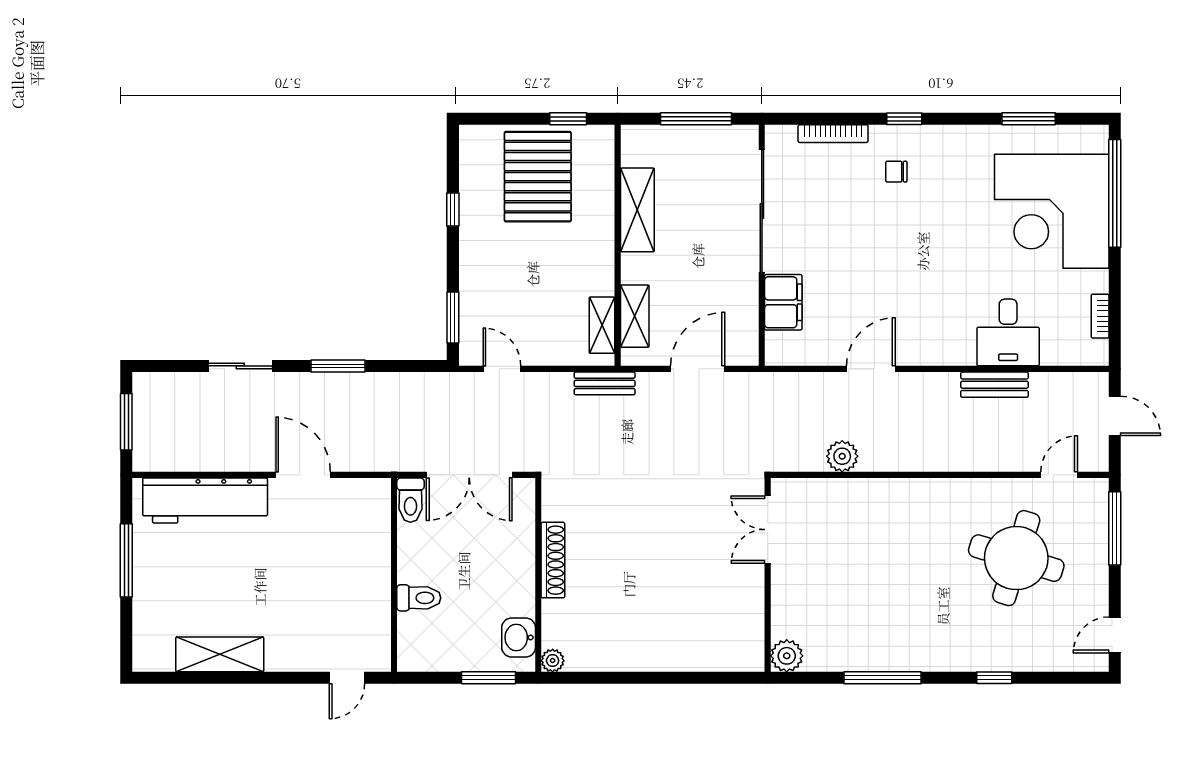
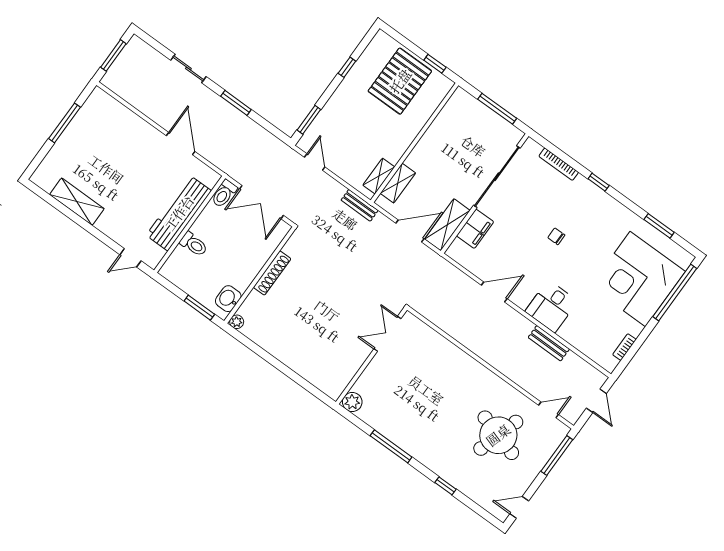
chair: (896, 172) -> (556, 236), moved
shelving: (637, 210) -> (447, 225), moved
desk: (1008, 332) -> (551, 306), moved
plant: (842, 456) -> (449, 324), removed
workbench: (205, 500) -> (179, 213), moved, turned 90

